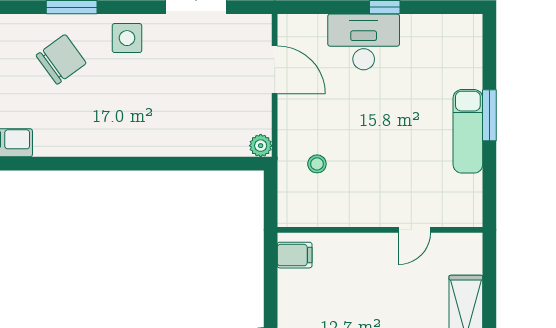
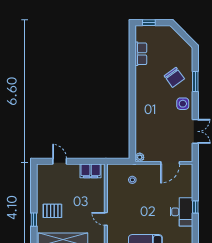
desk: (364, 42) -> (181, 212), moved
filing cabinet: (295, 255) -> (91, 171), width x2.00

